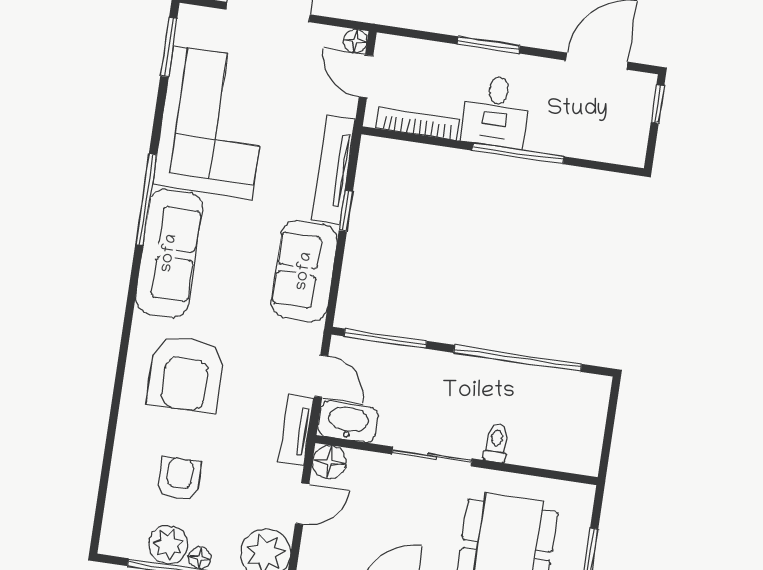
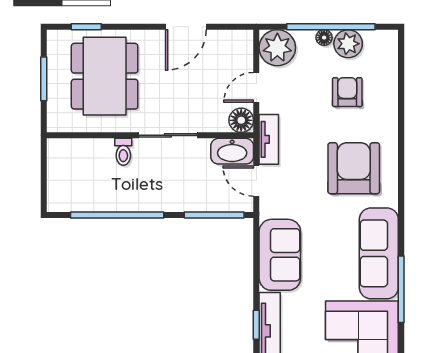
window: (346, 211) -> (256, 325), moved
armchair: (179, 479) -> (347, 92), turned 180

